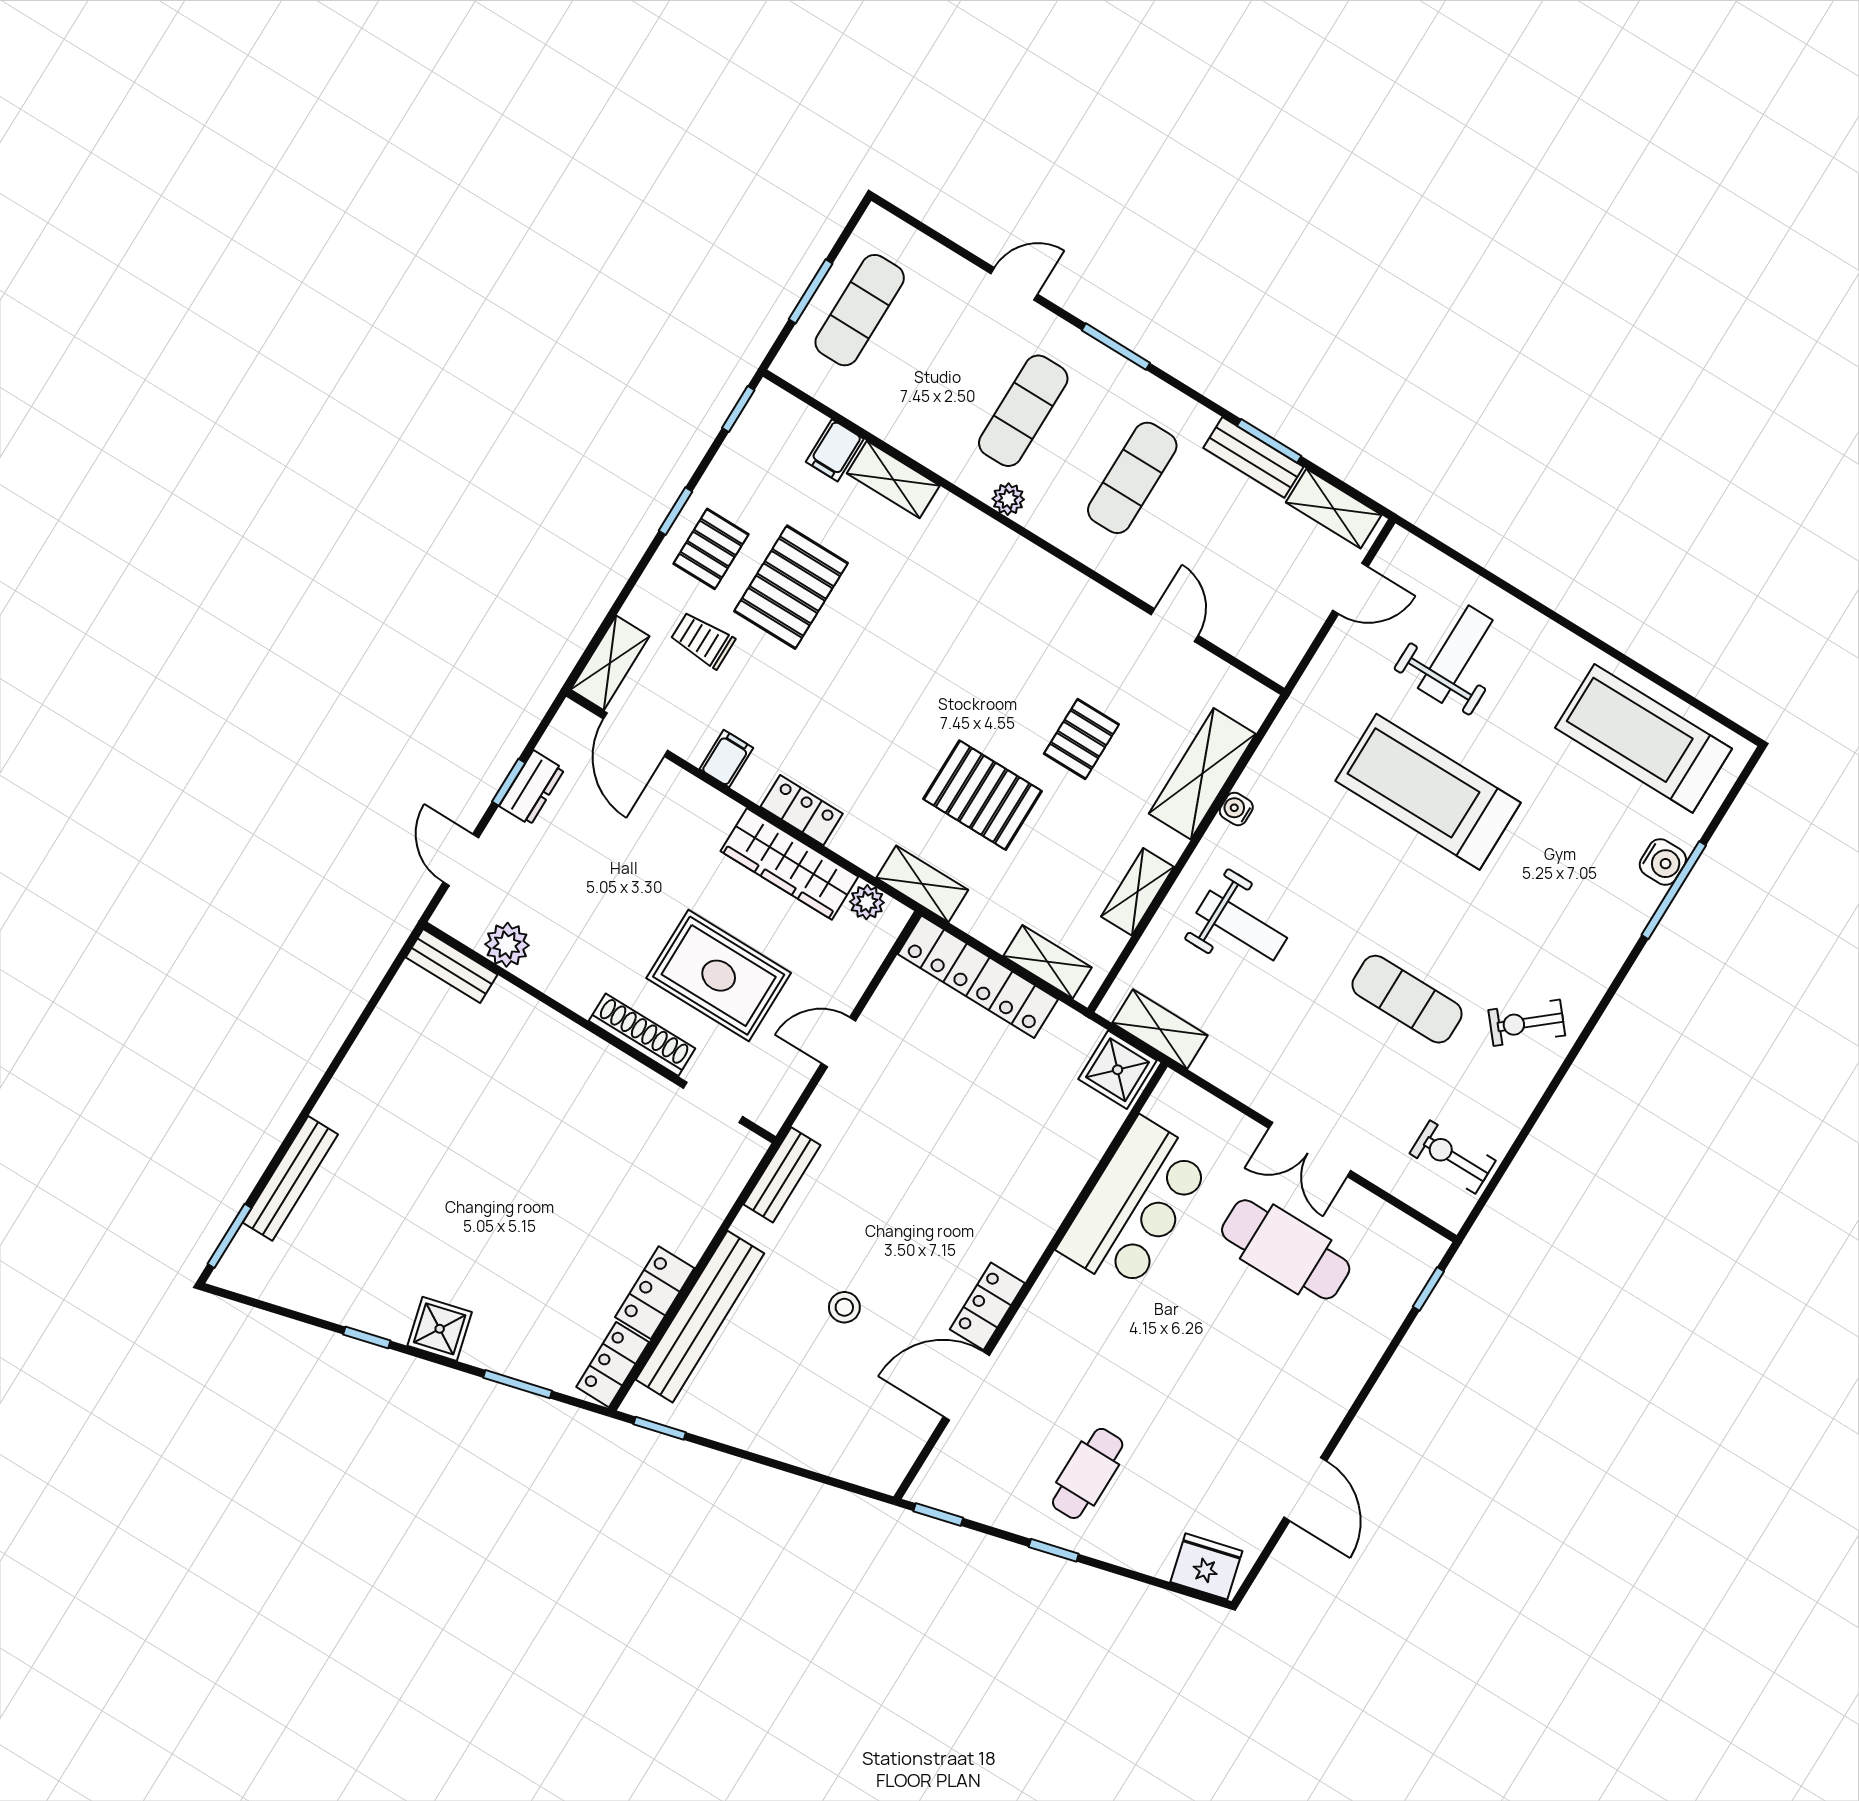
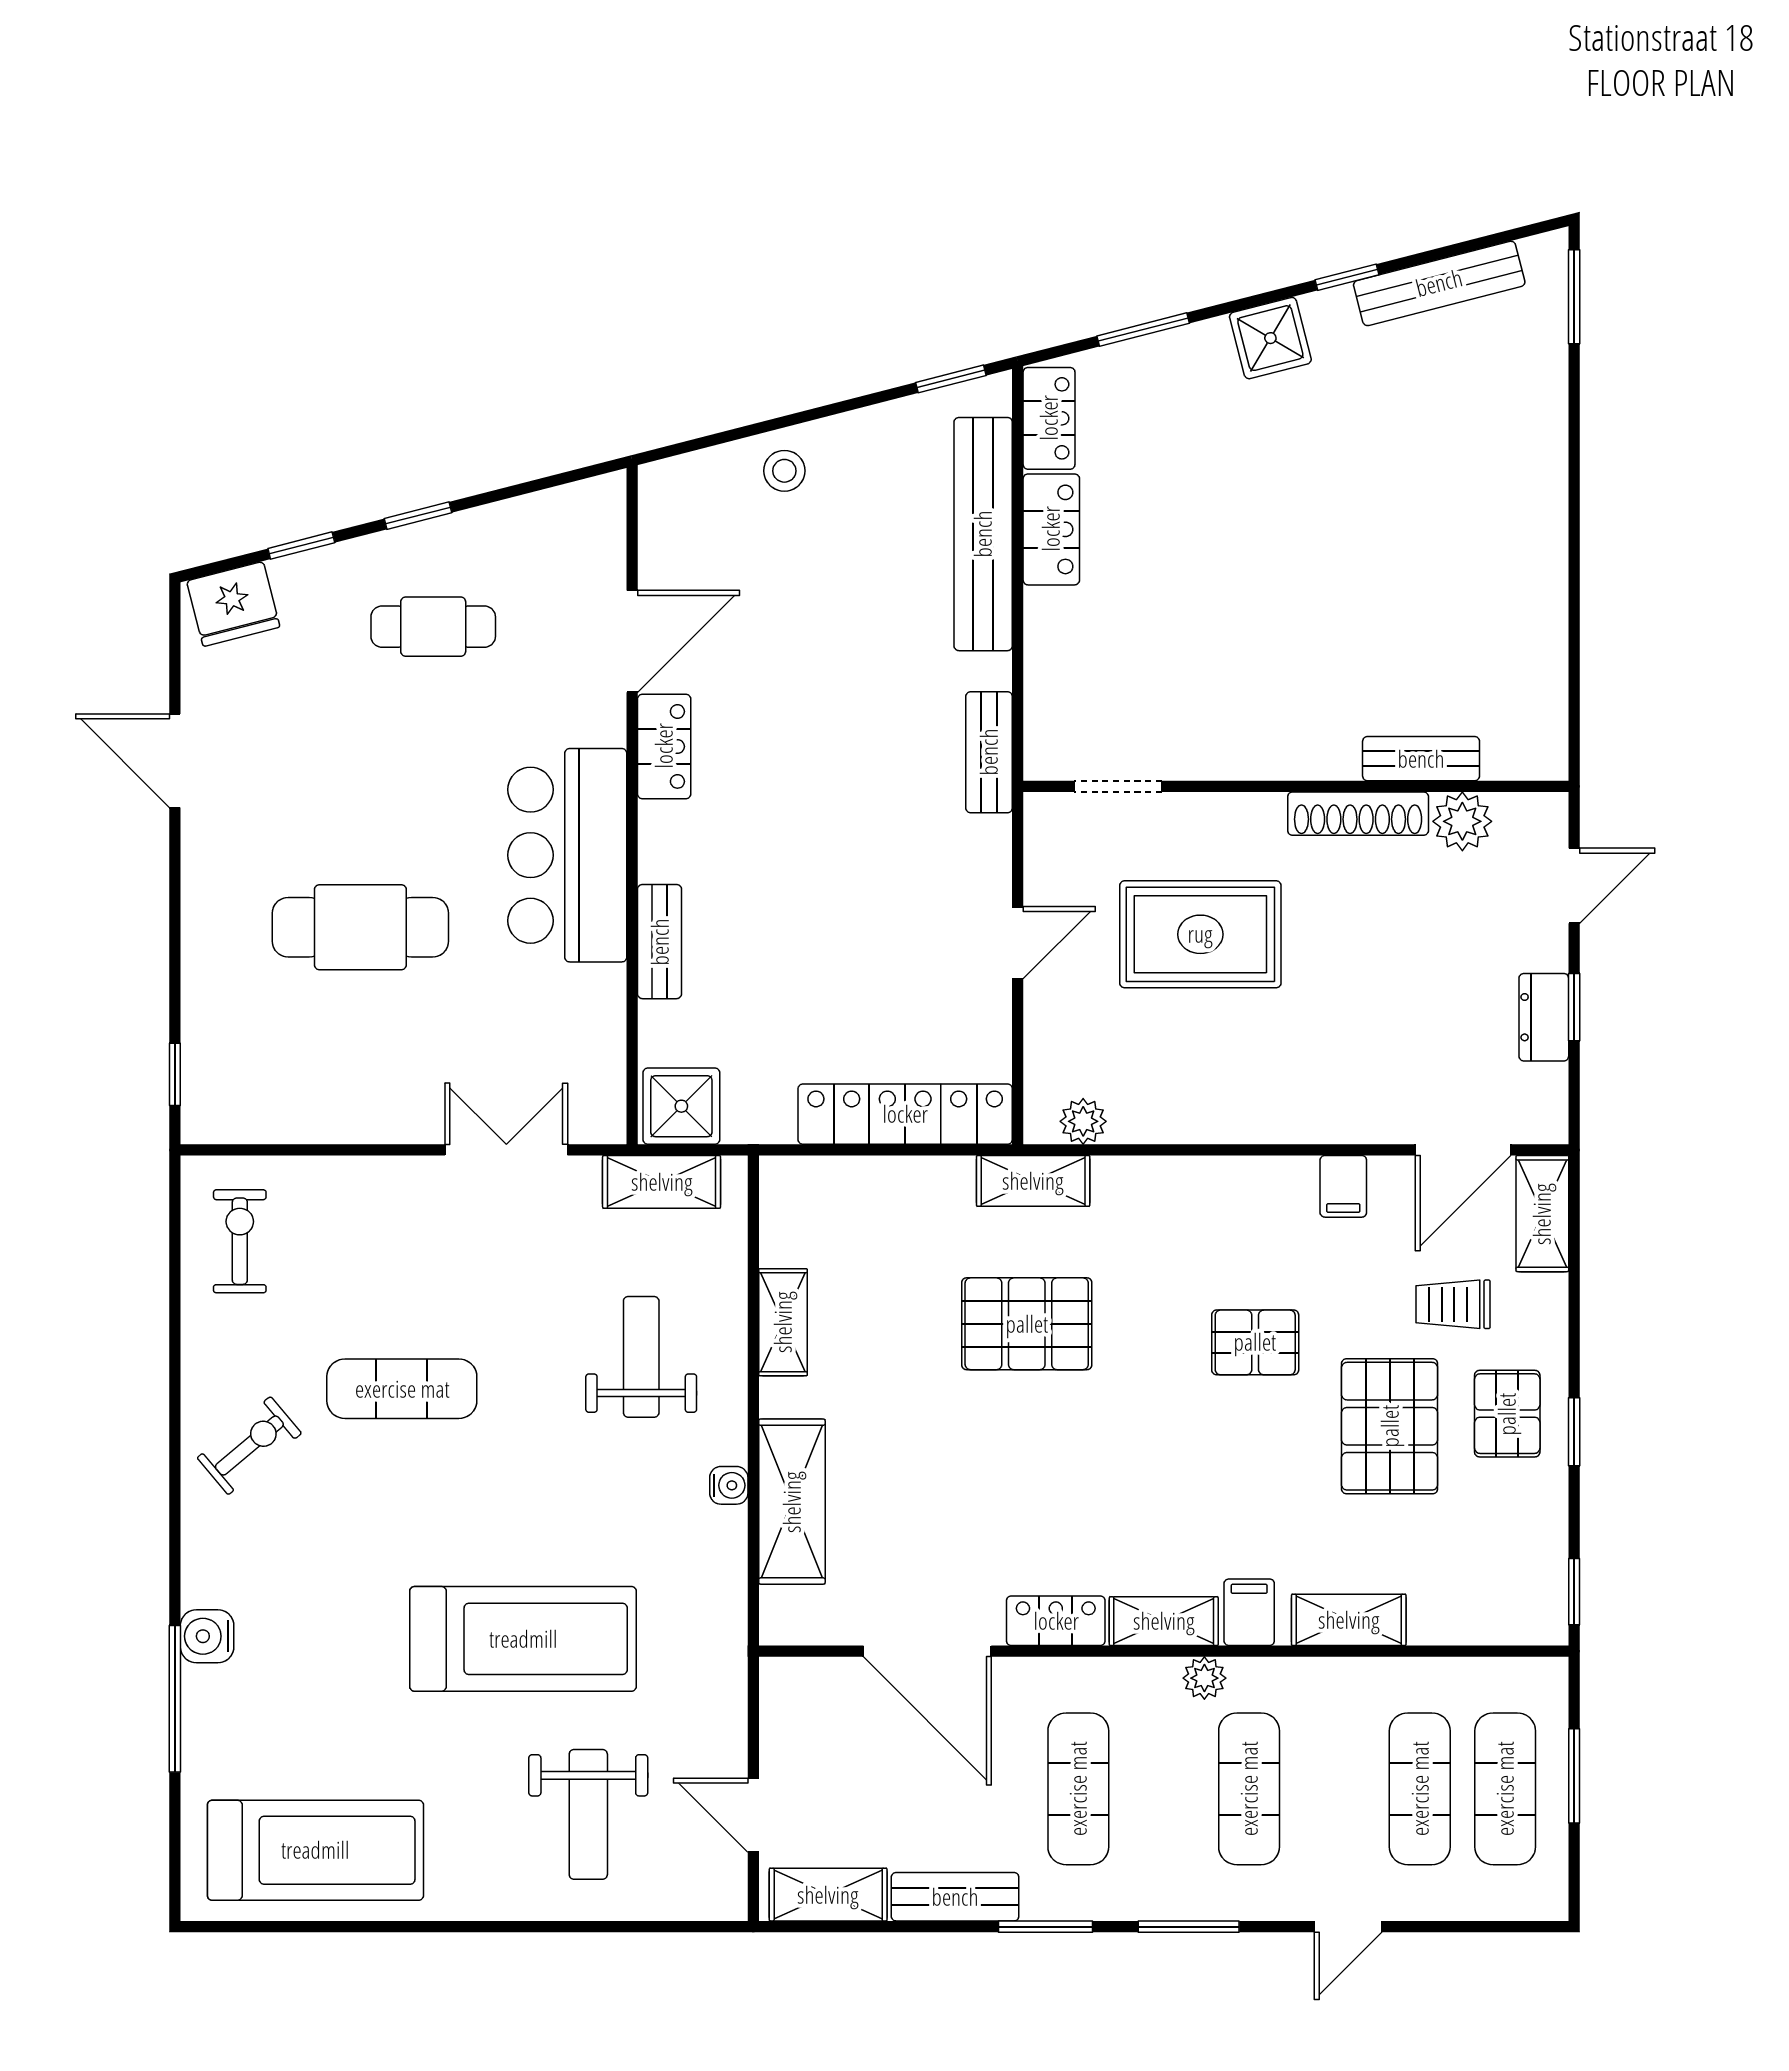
exercise mat: (914, 344) -> (1420, 1789), added
window: (1269, 441) -> (1045, 1927), moved
filing cabinet: (835, 450) -> (1249, 1612), moved
door: (1350, 589) -> (753, 1815), hinge flipped
door: (1175, 625) -> (927, 1651), width x1.88
trolley: (703, 640) -> (1453, 1304), turned 180
door: (636, 735) -> (1463, 1150), swing flipped
pallet: (1081, 739) -> (1255, 1342), moved, turned 90
locker: (802, 810) -> (1056, 1621), moved, turned 180
door: (461, 860) -> (1574, 886), hinge flipped
water cooler: (1663, 862) -> (207, 1636), moved
wardrobe: (789, 864) -> (1198, 1111), removed
weight bench: (1242, 925) -> (641, 1357), turned 90
shelving: (1048, 962) -> (1164, 1621), moved
bench: (452, 966) -> (1421, 759), moved
shoe rack: (642, 1035) -> (1358, 814), moved
double door: (1310, 1150) -> (506, 1150), moved
exercise bike: (1453, 1157) -> (240, 1241), turned -90
bench: (290, 1178) -> (1439, 283), moved, turned 76
bench: (1067, 1183) -> (660, 942), added
bar counter: (1135, 1205) -> (567, 855), moved
cafe table: (1286, 1249) -> (360, 927), moved
stool: (844, 1307) -> (784, 471), moved
cafe table: (1088, 1473) -> (433, 627), turned 90
window: (938, 1515) -> (301, 546), moved

